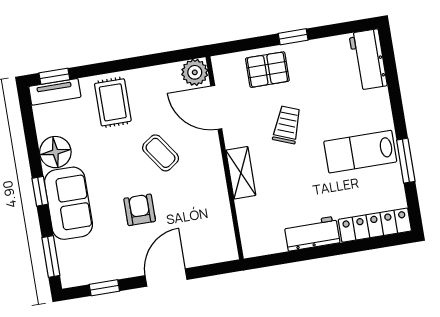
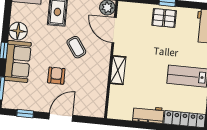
pallet: (267, 70) -> (164, 18), moved
trolley: (287, 125) -> (151, 50), removed

